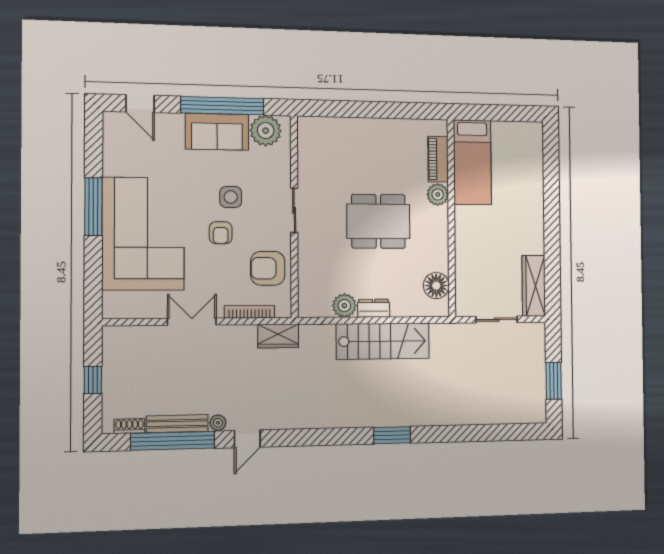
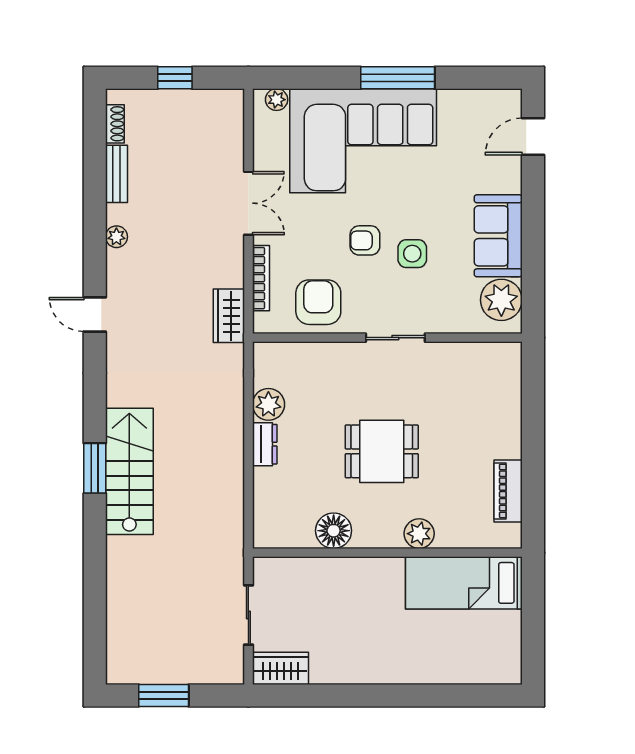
window: (222, 106) -> (533, 243), removed
piano: (438, 159) -> (508, 491), moved, turned -90
dining table: (378, 221) -> (382, 451), width x0.73
floor lamp: (436, 286) -> (334, 531), moved
wardrobe: (534, 286) -> (280, 668), width x0.67
plant: (111, 300) -> (277, 100), added
stairs: (383, 341) -> (129, 471), moved, turned 180
bench: (177, 424) -> (117, 174), width x0.73
door: (247, 439) -> (95, 314), moved
window: (173, 441) -> (95, 179), removed

